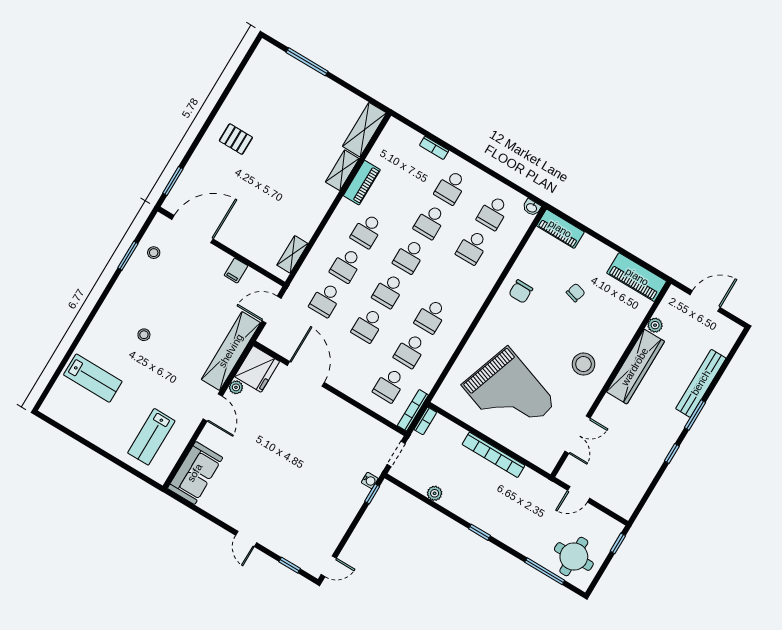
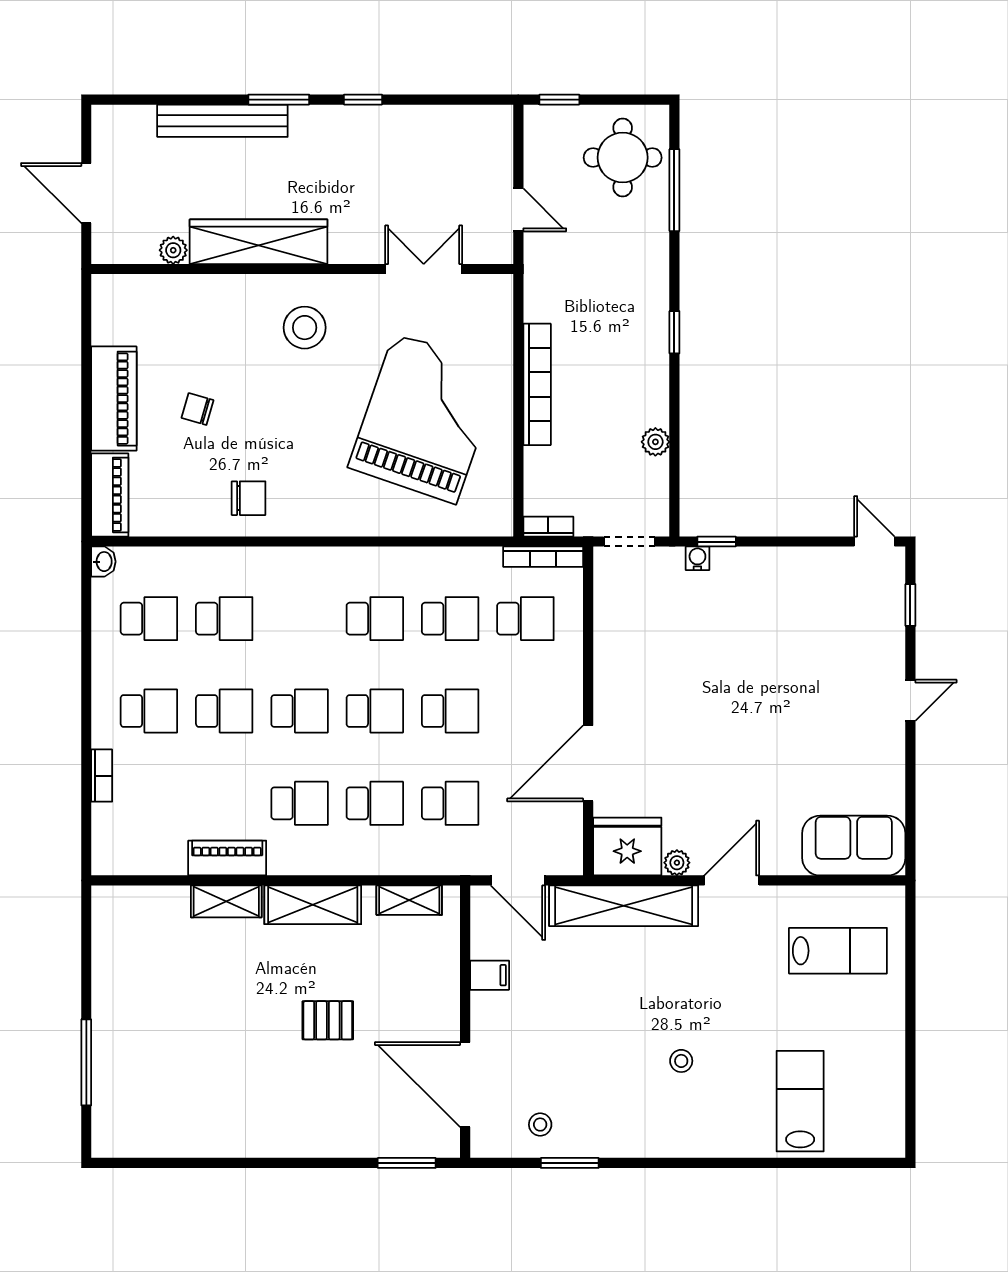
shelving: (364, 130) -> (313, 905), moved
pallet: (236, 139) -> (328, 1020), moved, turned 90
piano: (637, 277) -> (114, 399), moved

